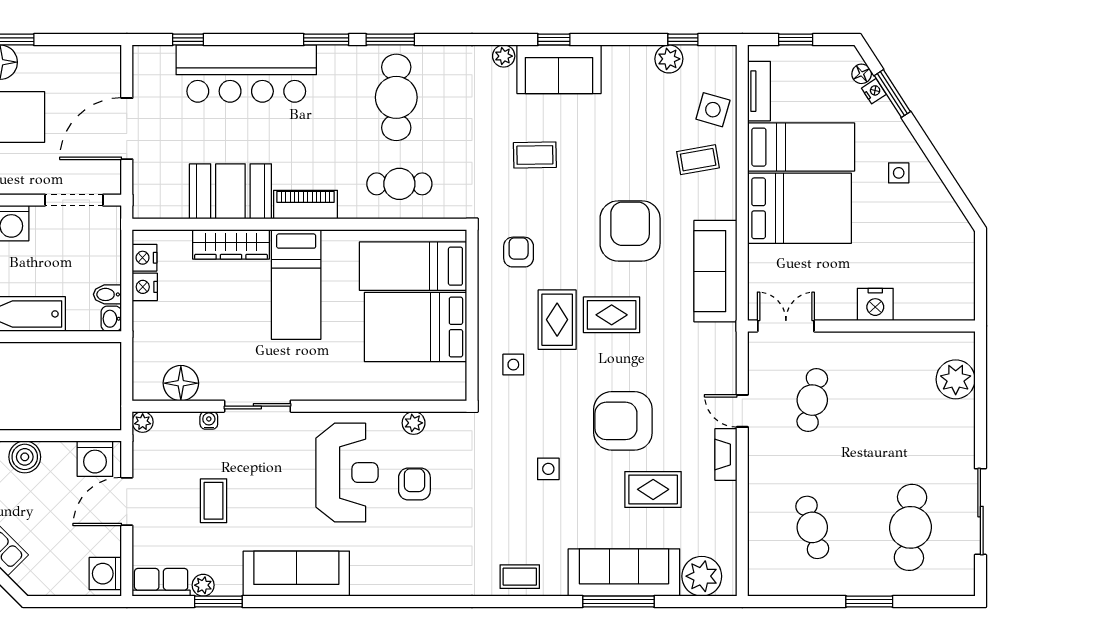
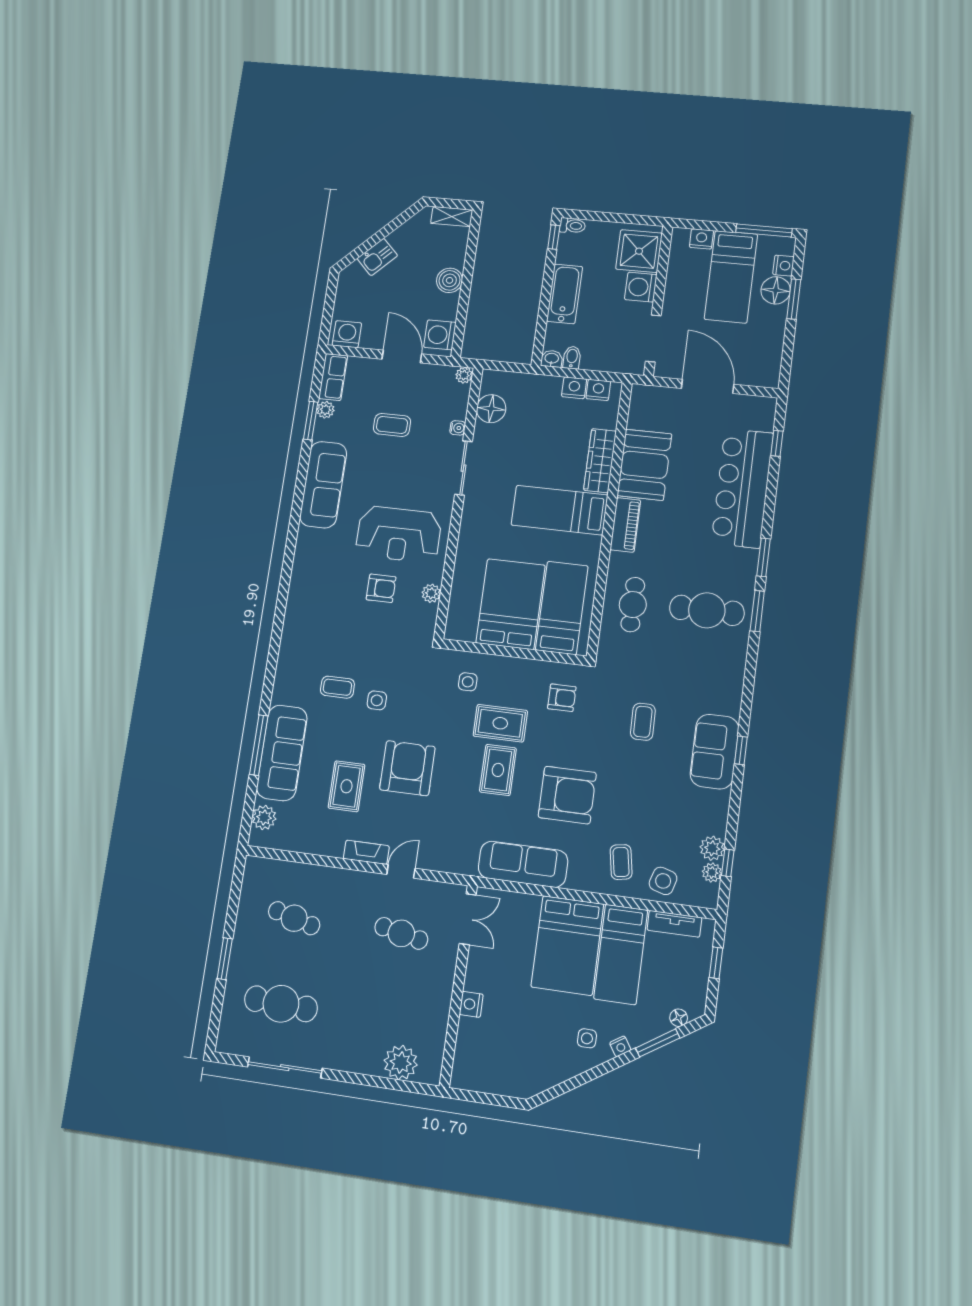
plant: (504, 56) -> (712, 873), moved
nightstand: (874, 91) -> (620, 1046), moved
nightstand: (875, 304) -> (471, 1004), width x0.74, depth x0.75
cafe table: (812, 527) -> (294, 918), turned 30
plant: (702, 576) -> (264, 817), width x0.73, depth x0.73
coffee table: (520, 577) -> (337, 687), moved, turned 90

